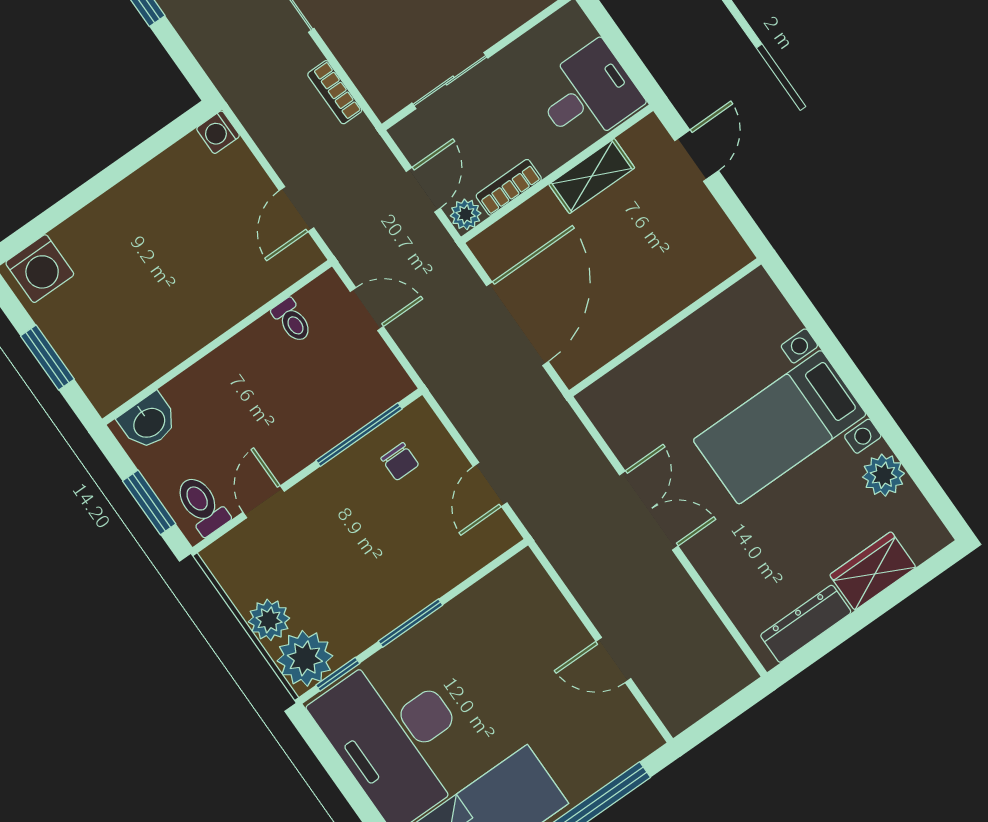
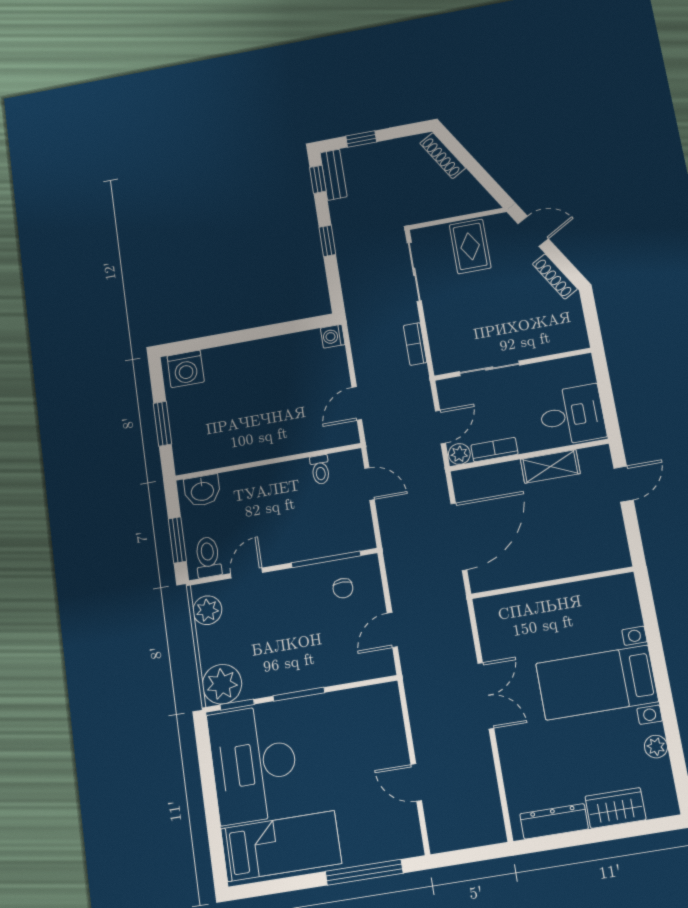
plant: (883, 475) -> (656, 747), width x0.73, depth x0.73
plant: (269, 620) -> (207, 610), moved

